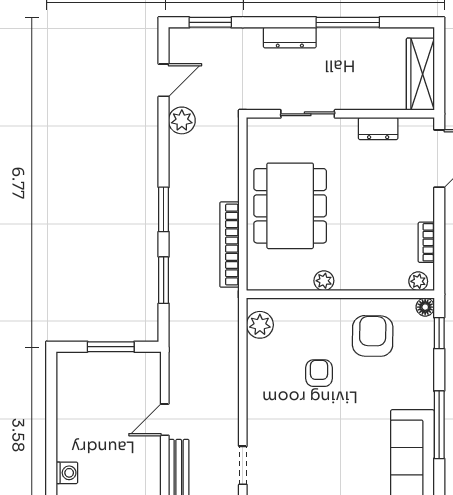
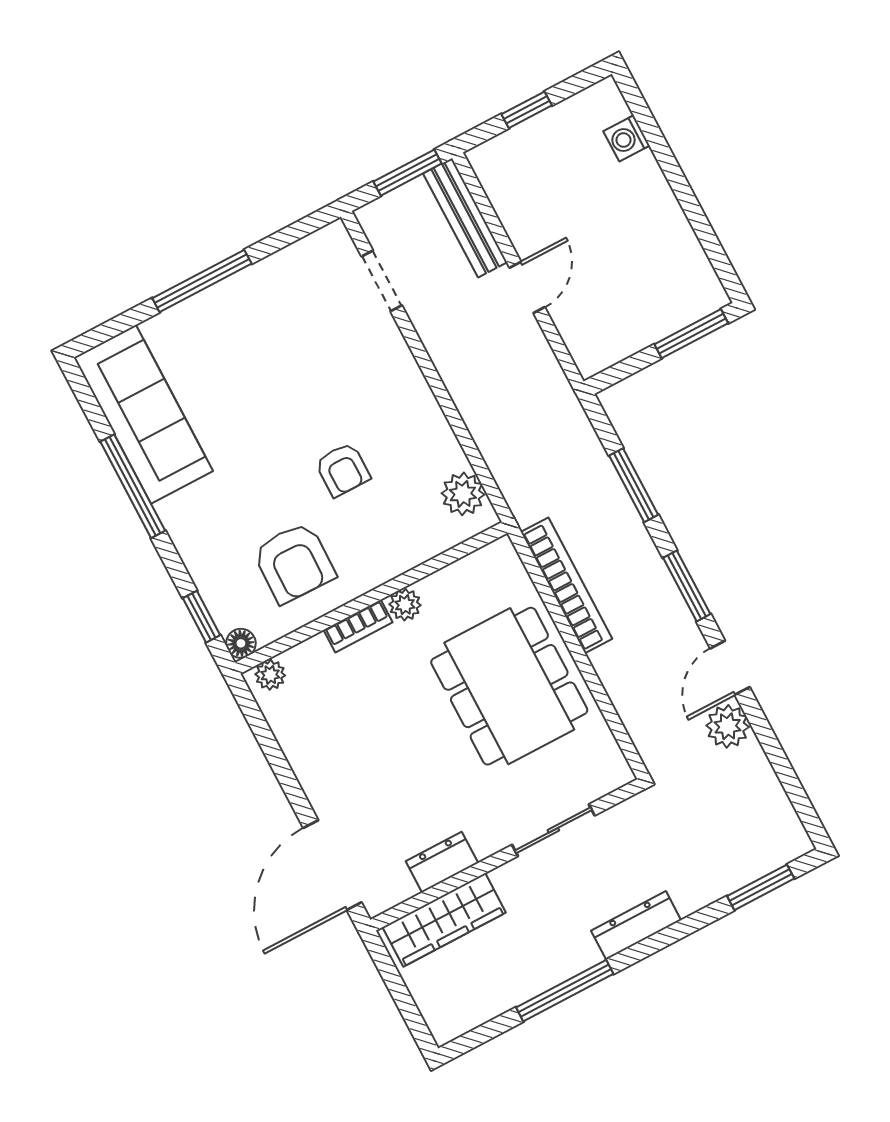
wardrobe: (420, 74) -> (444, 920), moved, turned 90
door: (164, 80) -> (730, 668), moved
bookcase: (426, 242) -> (358, 626), moved, turned 90
window: (111, 347) -> (691, 334), moved

